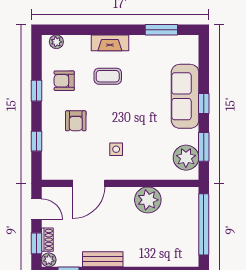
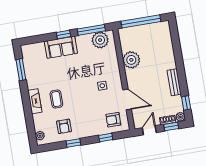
sofa: (185, 96) -> (61, 47), width x0.73
armchair: (76, 121) -> (113, 120), moved, turned 180
window: (204, 147) -> (91, 30), width x1.44

